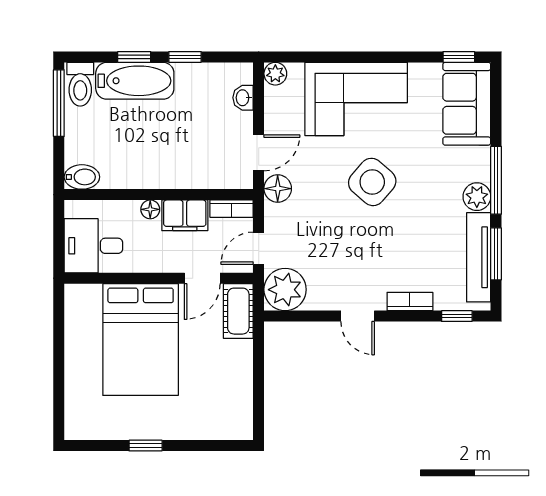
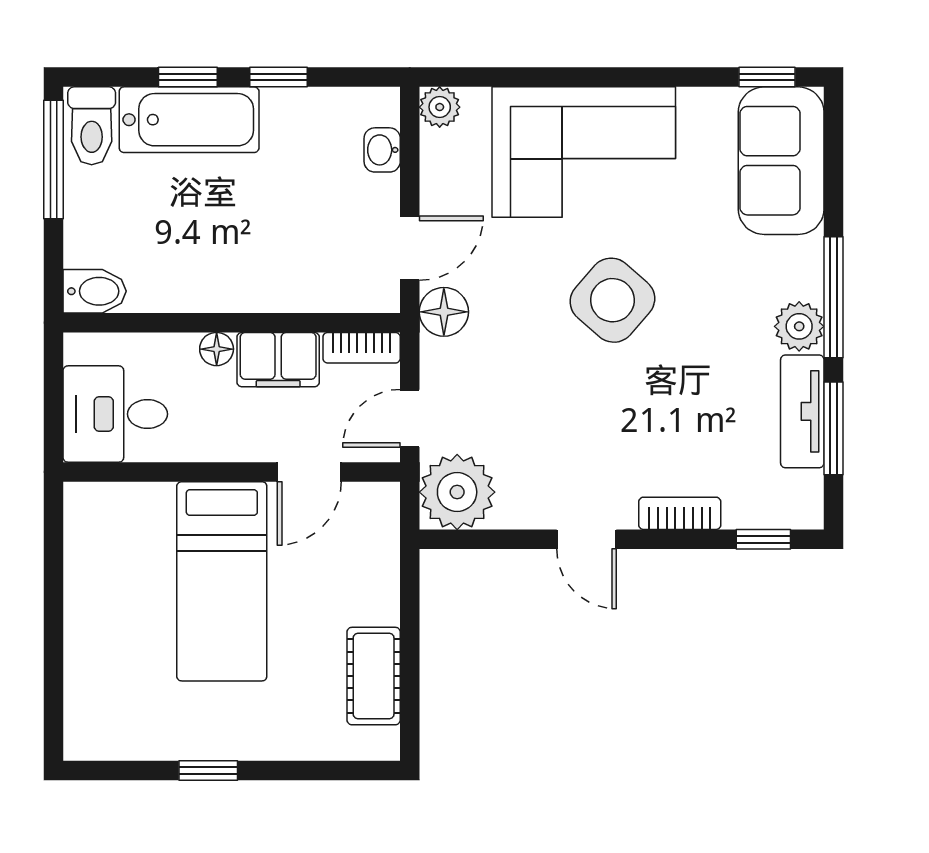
tv unit: (479, 257) -> (802, 411), width x0.71
cot: (238, 311) -> (374, 676), moved
bed: (141, 340) -> (222, 581), width x0.67

